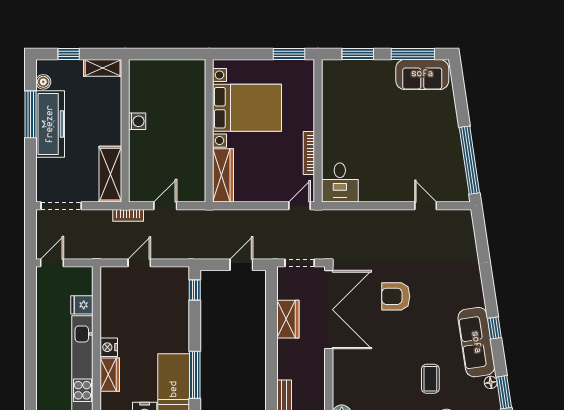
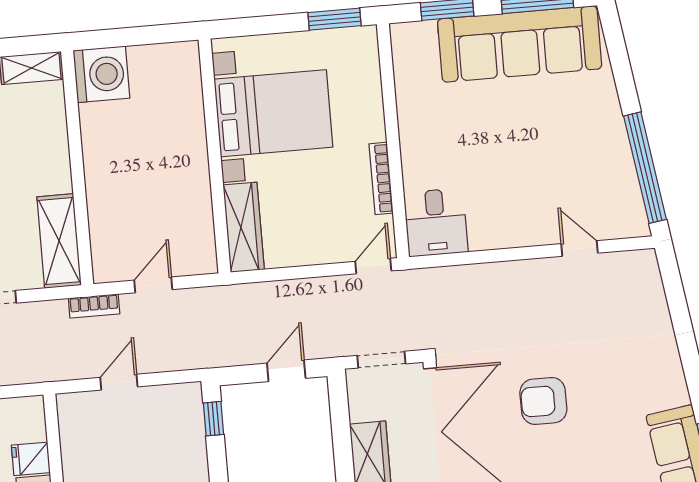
sofa: (422, 74) -> (520, 44), width x1.85, depth x1.27
washing machine: (137, 121) -> (101, 74), moved, width x1.89, depth x1.89

